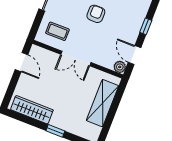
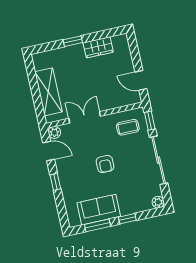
window: (36, 25) -> (150, 121), added
double door: (76, 58) -> (85, 117), moved
wardrobe: (32, 110) -> (98, 47), width x0.67

